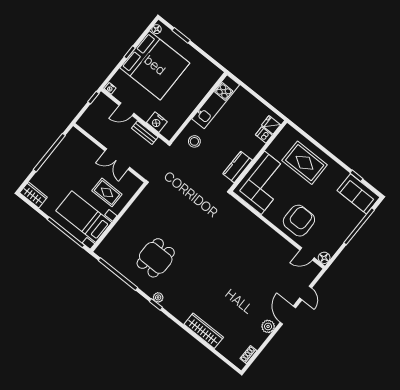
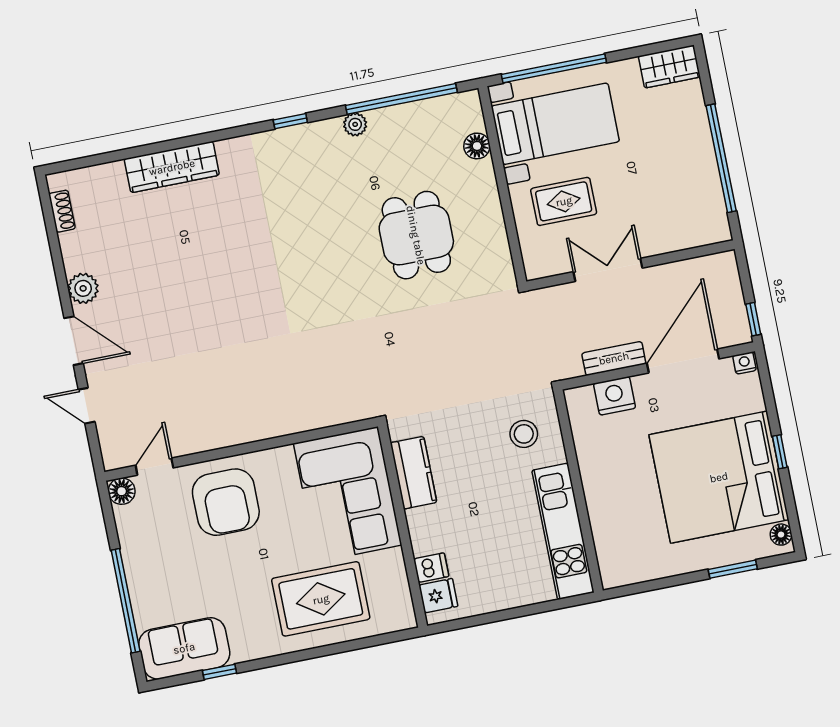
door: (126, 109) -> (683, 361), width x1.87
floor lamp: (113, 236) -> (477, 146), added
dining table: (156, 258) -> (416, 235), moved
plant: (158, 297) -> (355, 124), moved

